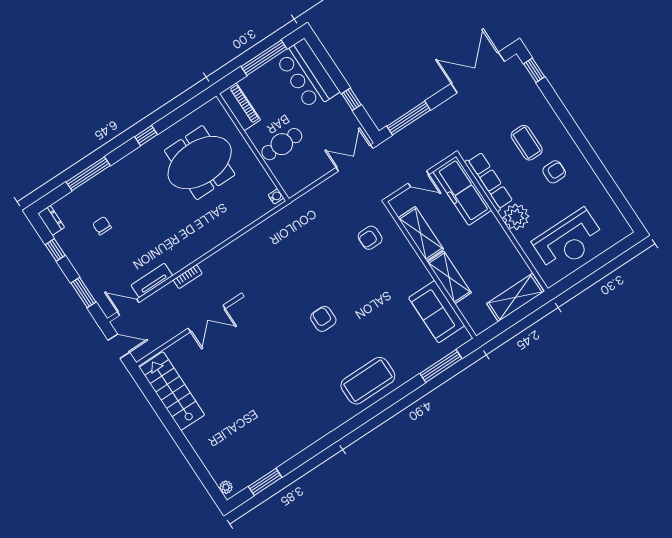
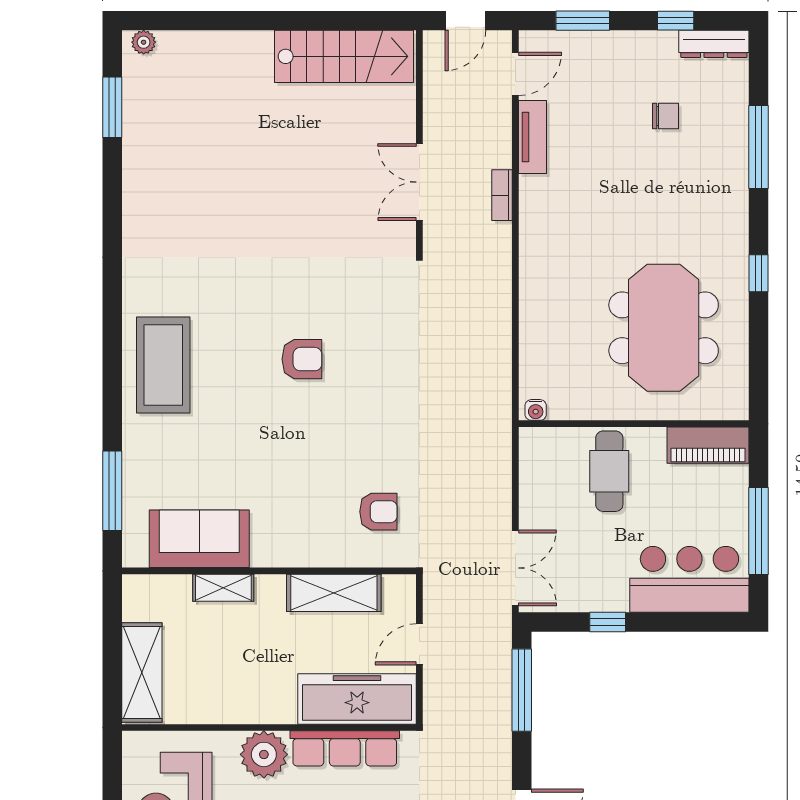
dresser: (51, 220) -> (714, 44), width x1.44
armchair: (370, 238) -> (378, 512), turned 90
shelving: (449, 277) -> (223, 588), width x0.67, depth x0.75

